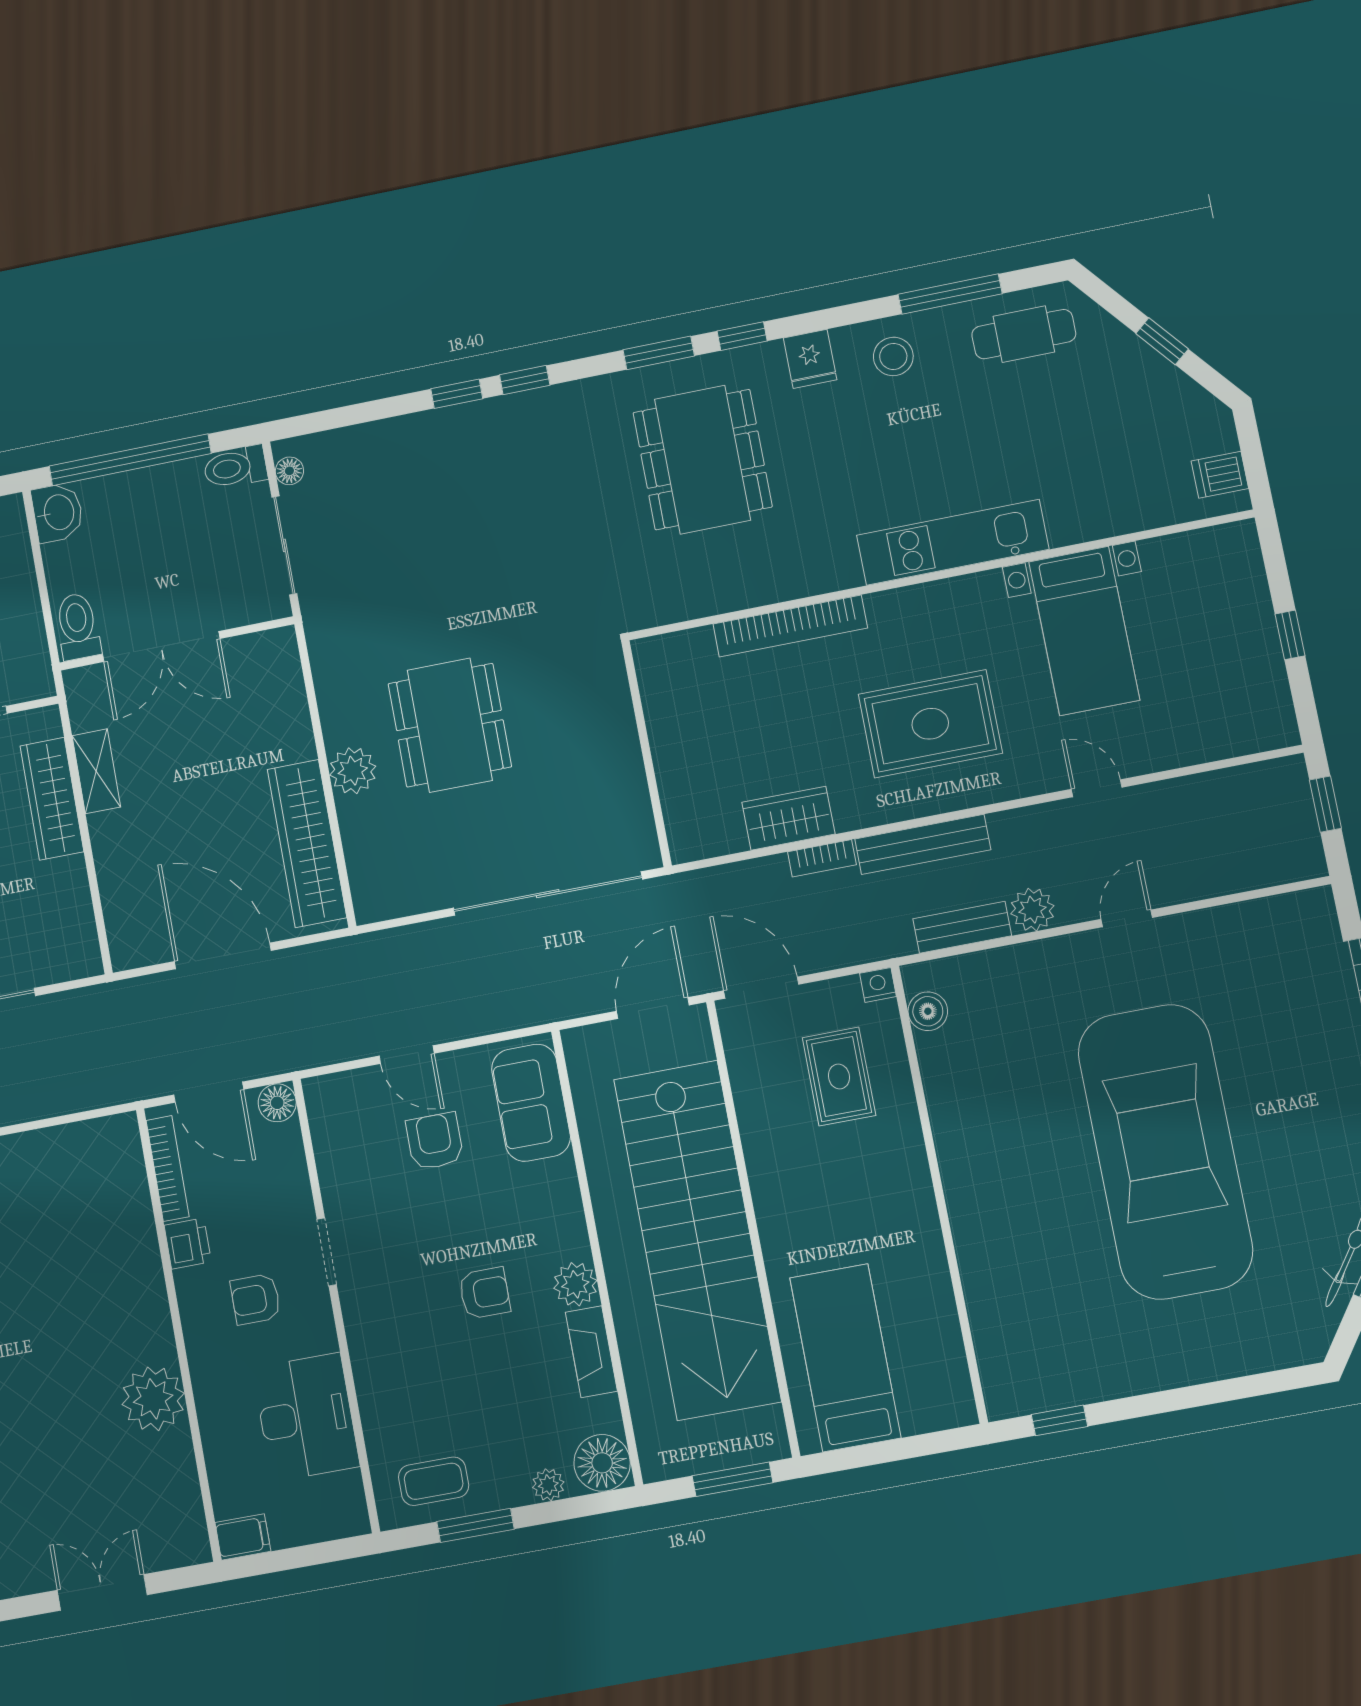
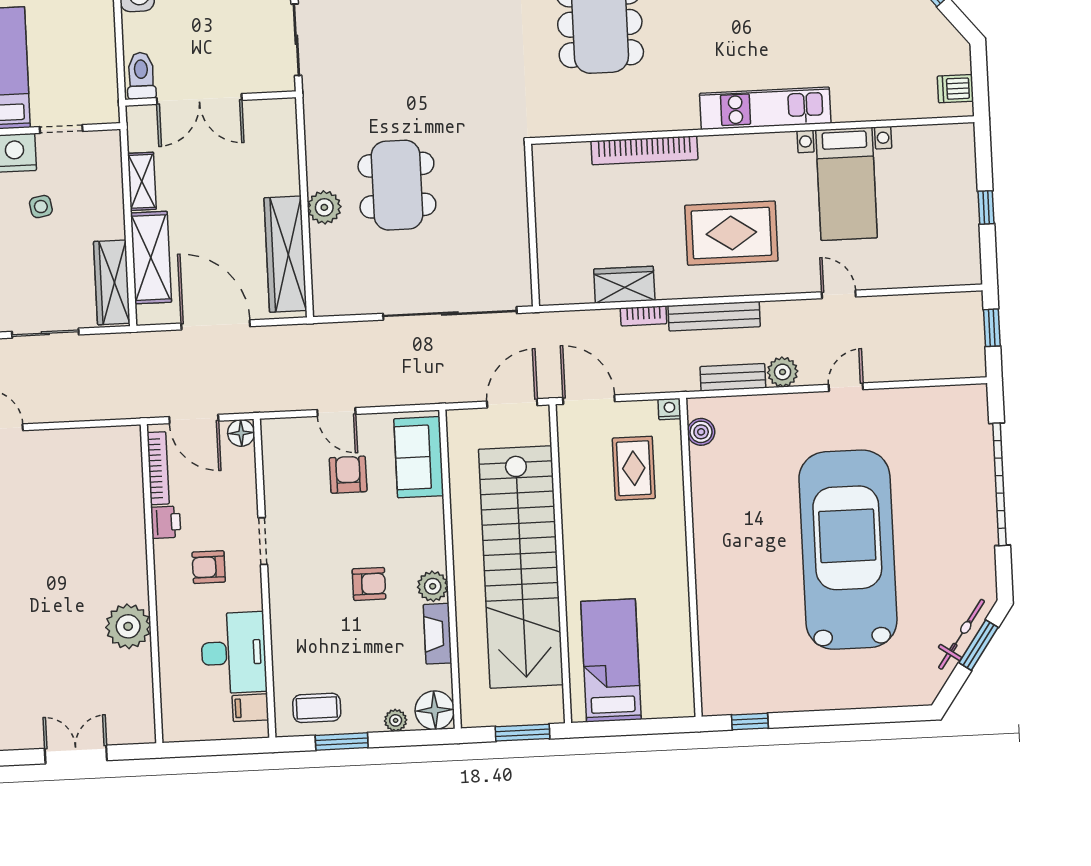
wardrobe: (52, 799) -> (112, 282), moved
shelving: (122, 875) -> (151, 258), added
filing cabinet: (243, 1537) -> (250, 708), moved, turned 180

